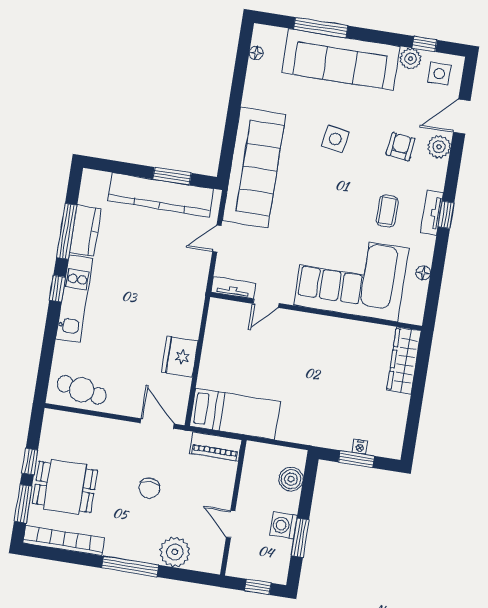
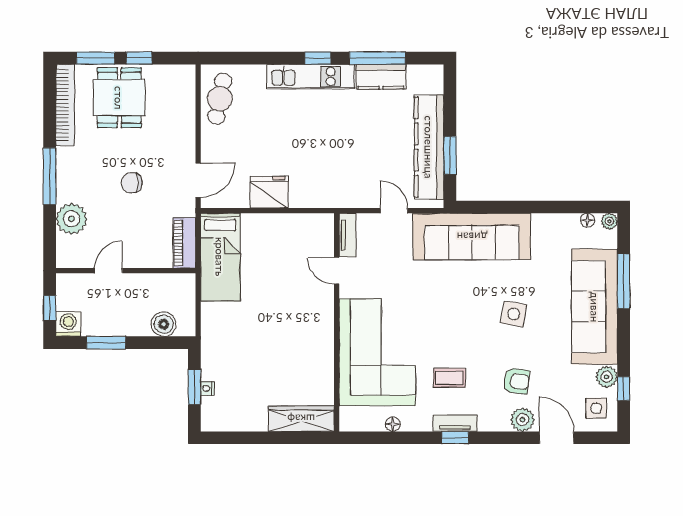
plant: (260, 32) -> (609, 221), added
washing machine: (283, 525) -> (68, 324), moved

